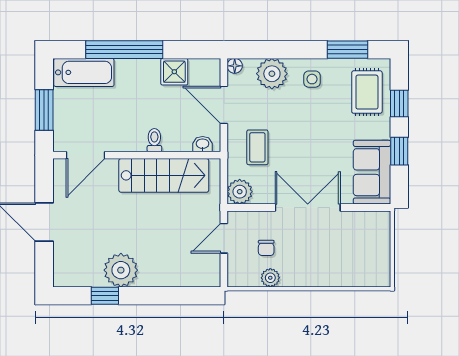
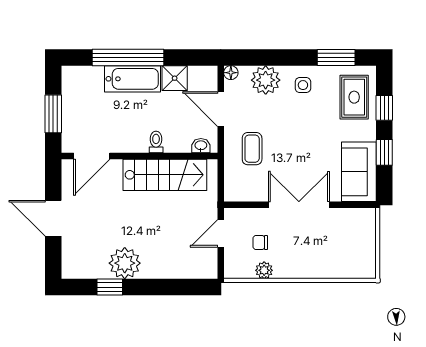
bathtub: (84, 72) -> (132, 79), moved
plant: (240, 192) -> (236, 190), removed
chair: (266, 248) -> (260, 242), turned 90

